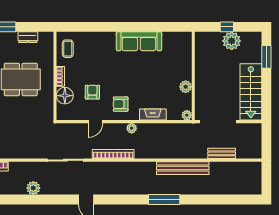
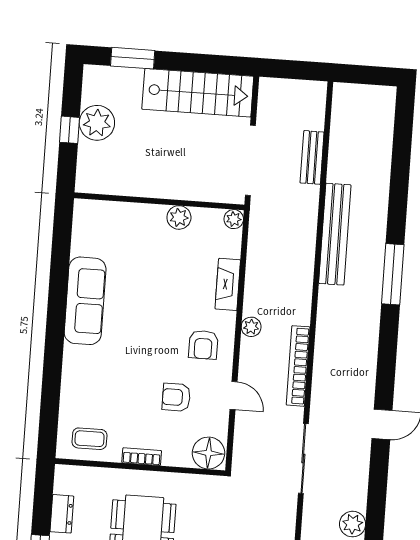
floor lamp: (65, 96) -> (208, 453), moved

